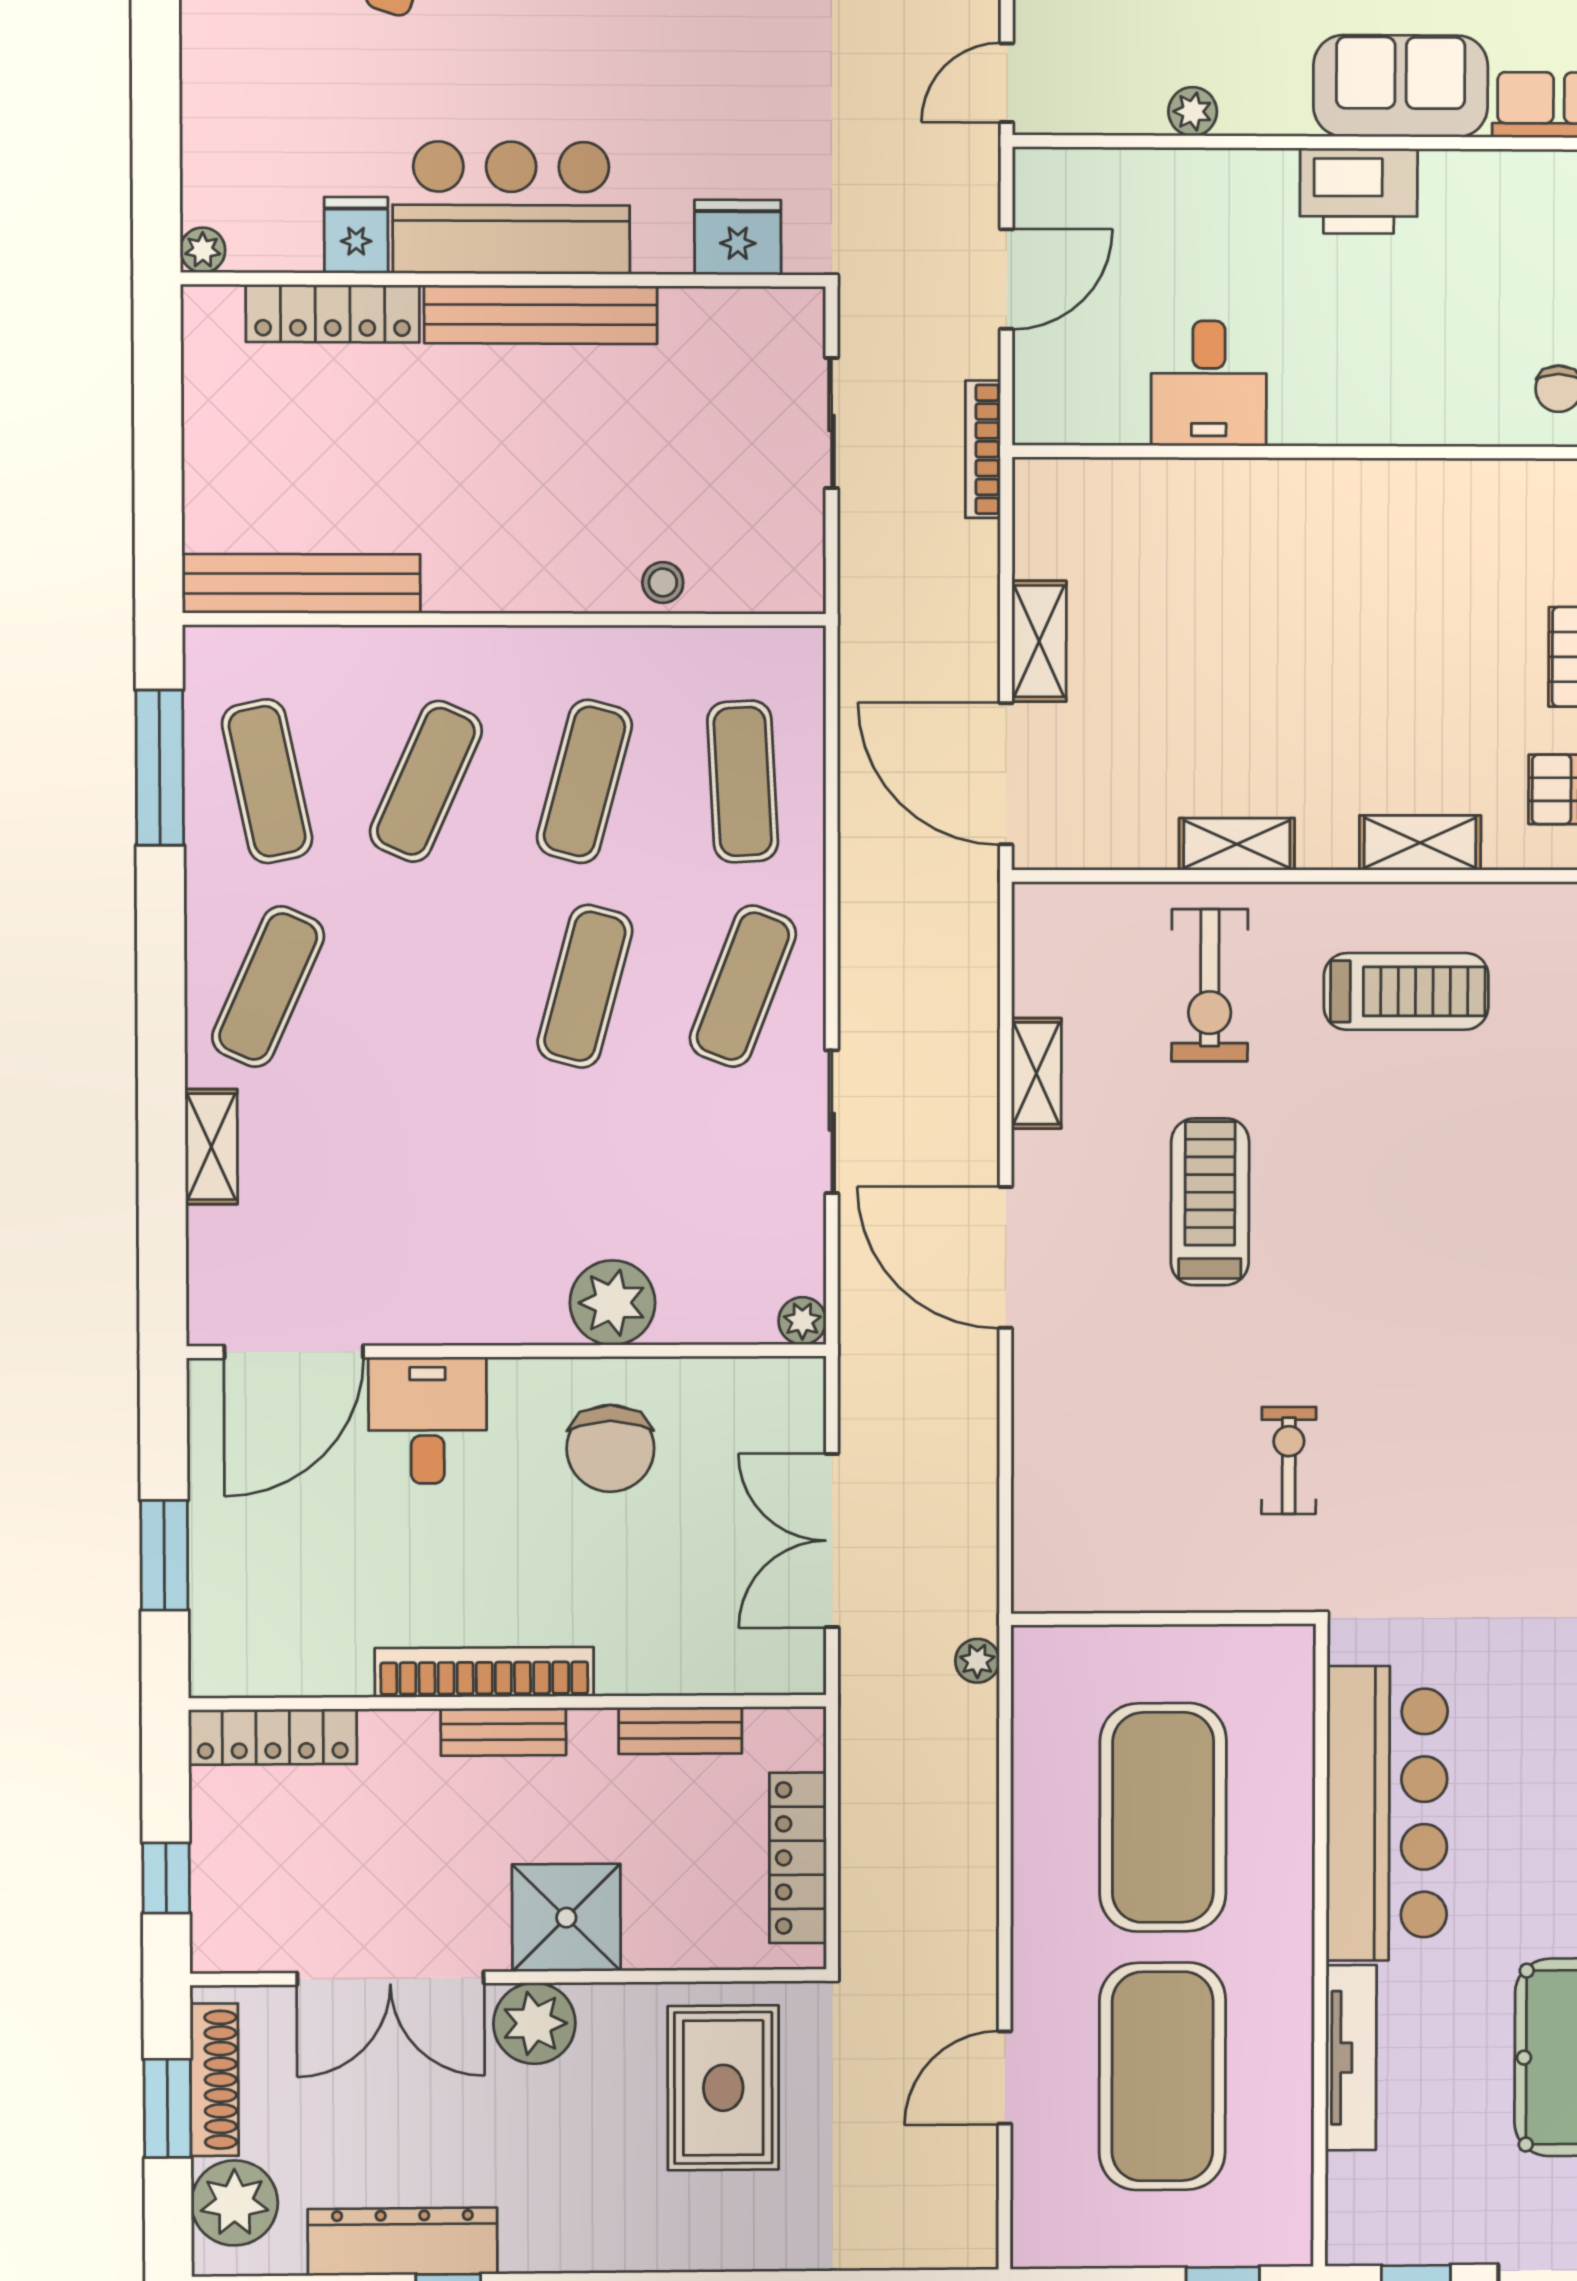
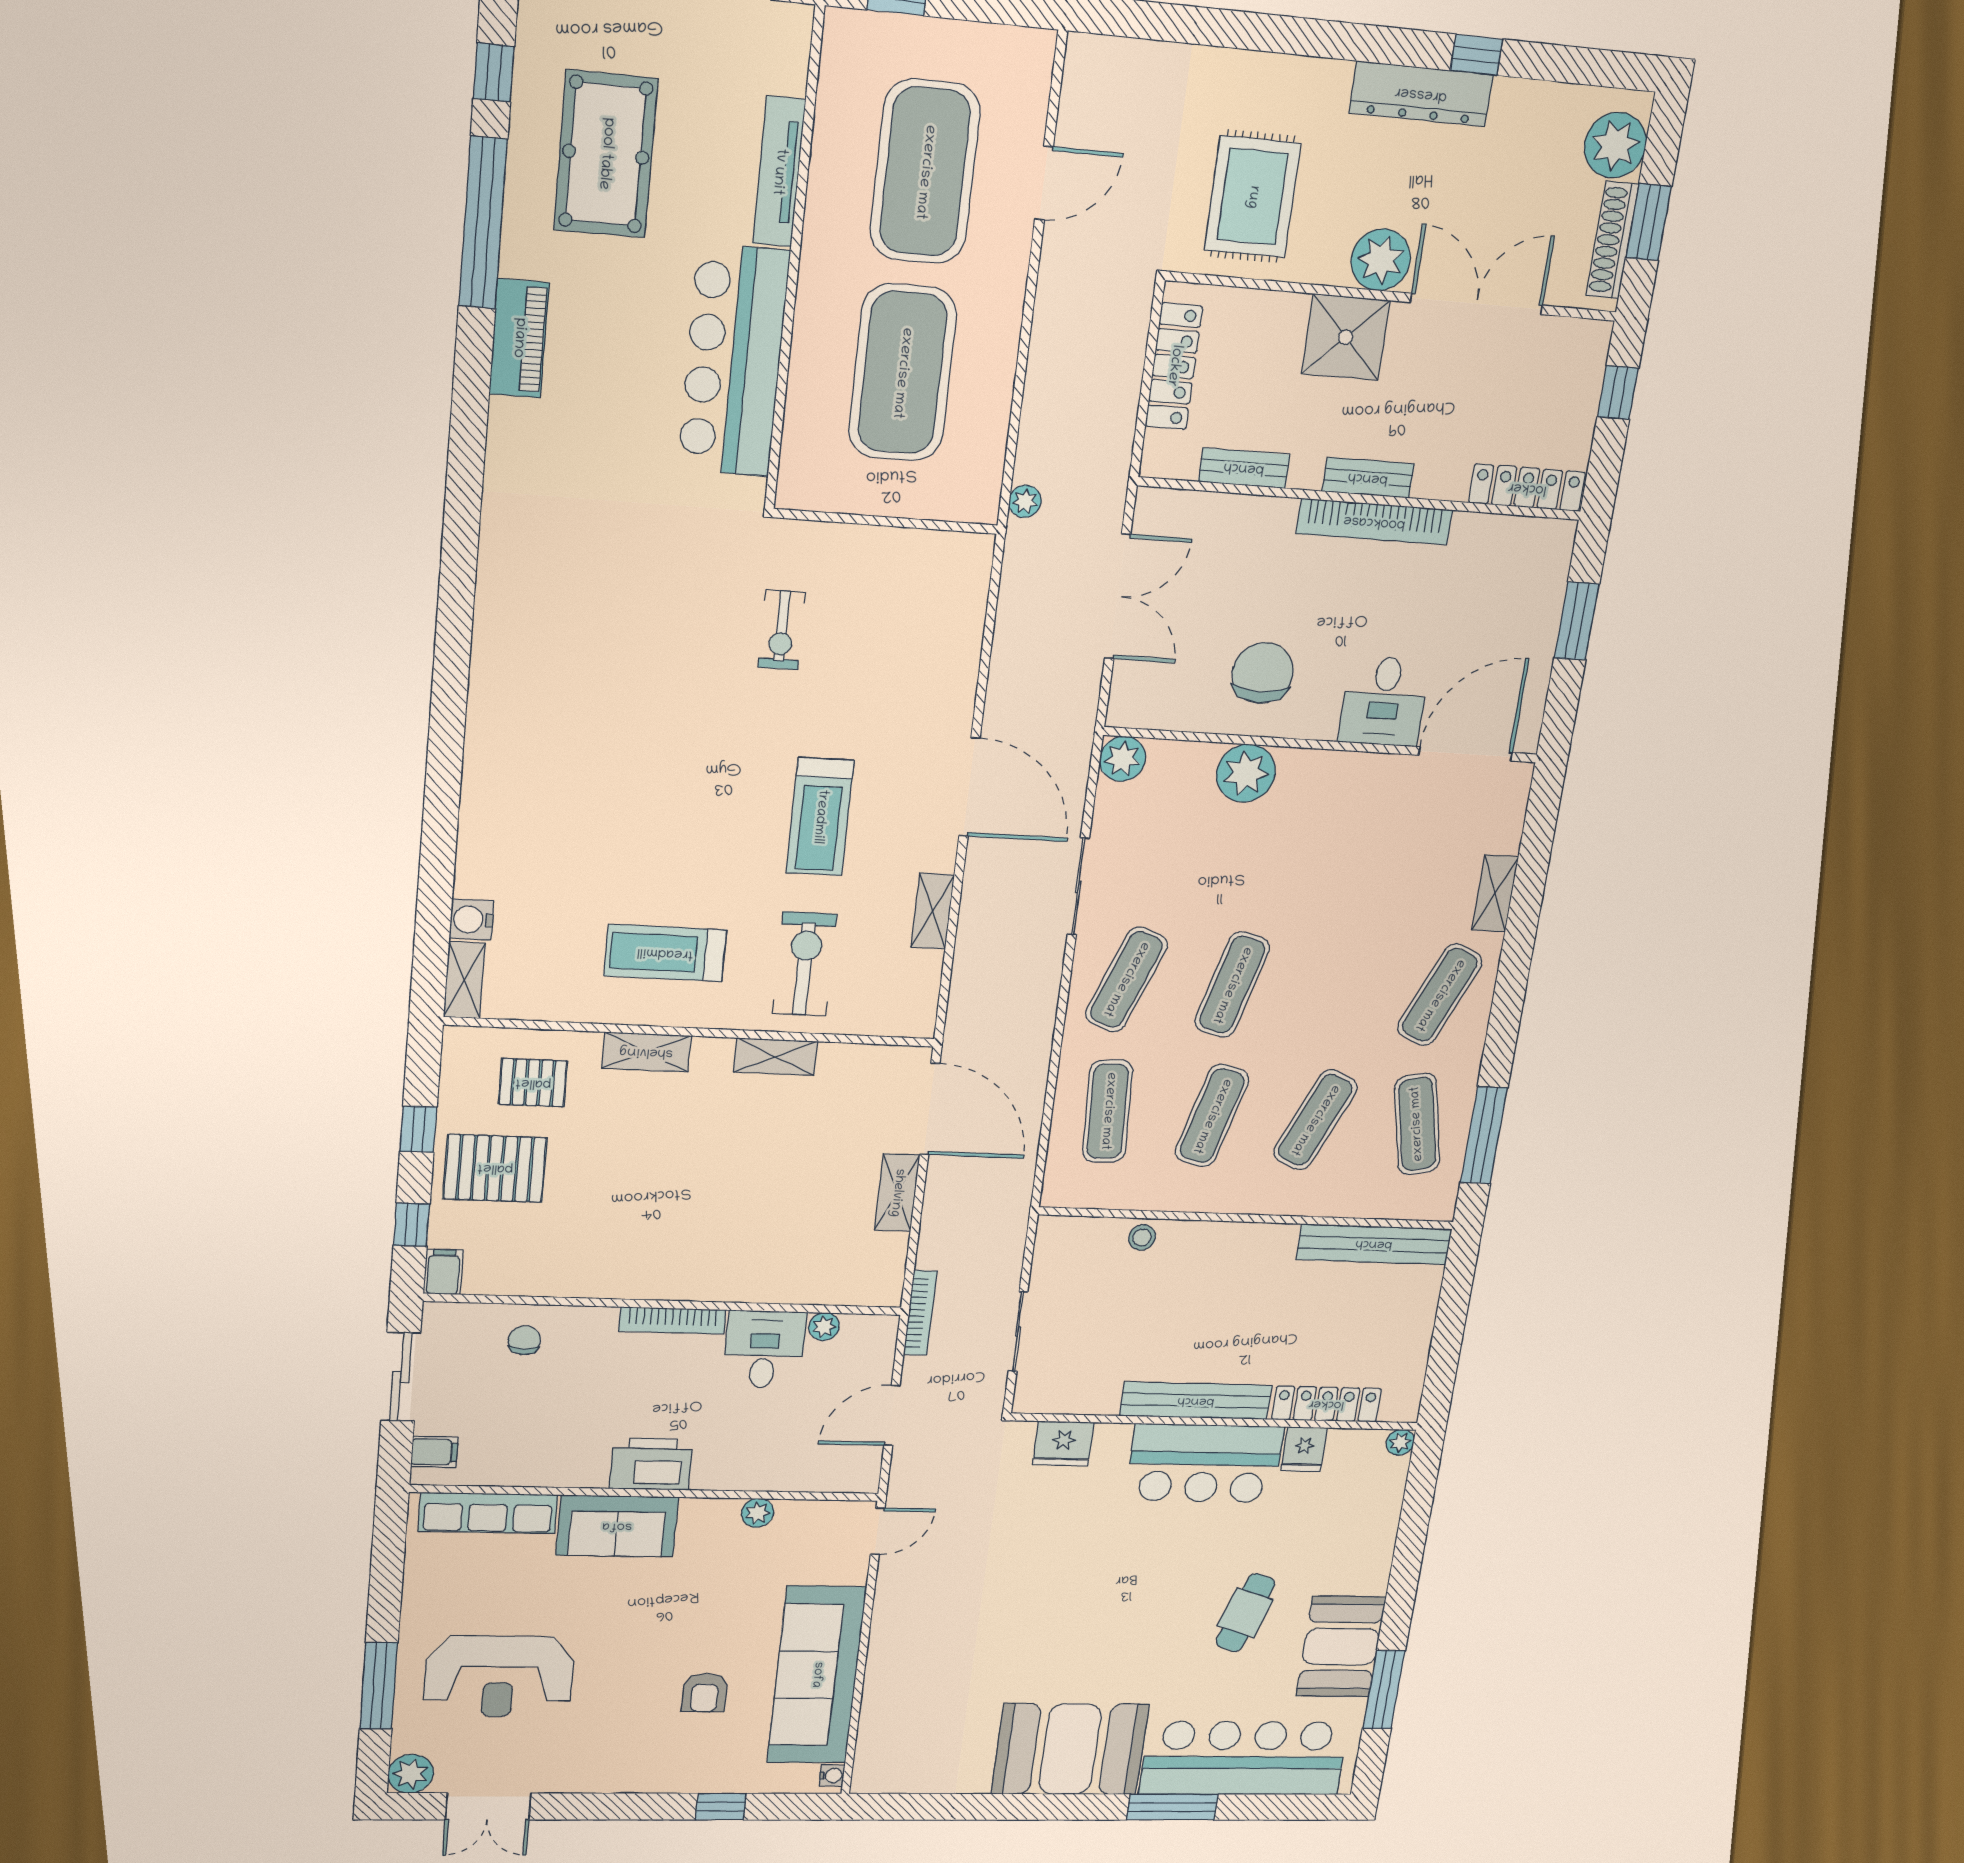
plant: (1124, 423) -> (824, 1327), added
bookcase: (1347, 427) -> (672, 1320), added
plant: (802, 1321) -> (1123, 759), width x1.38, depth x1.38
dresser: (403, 2242) -> (1421, 94), moved

